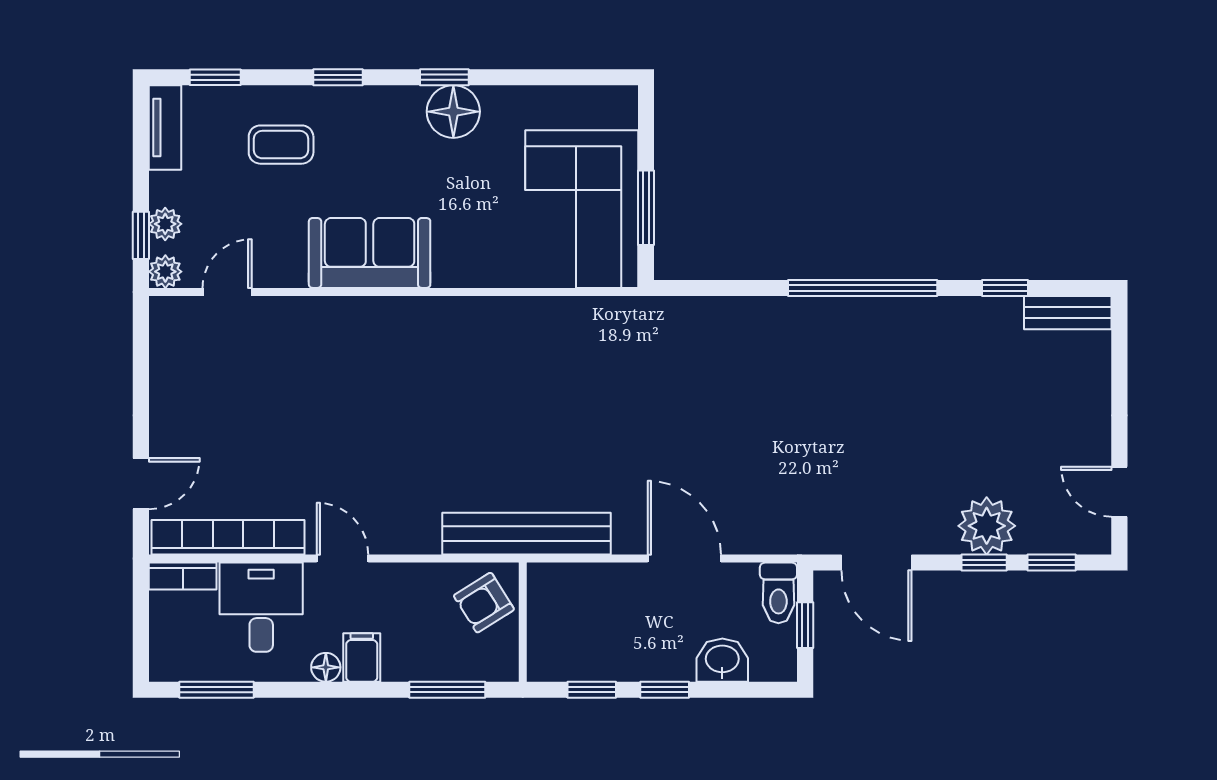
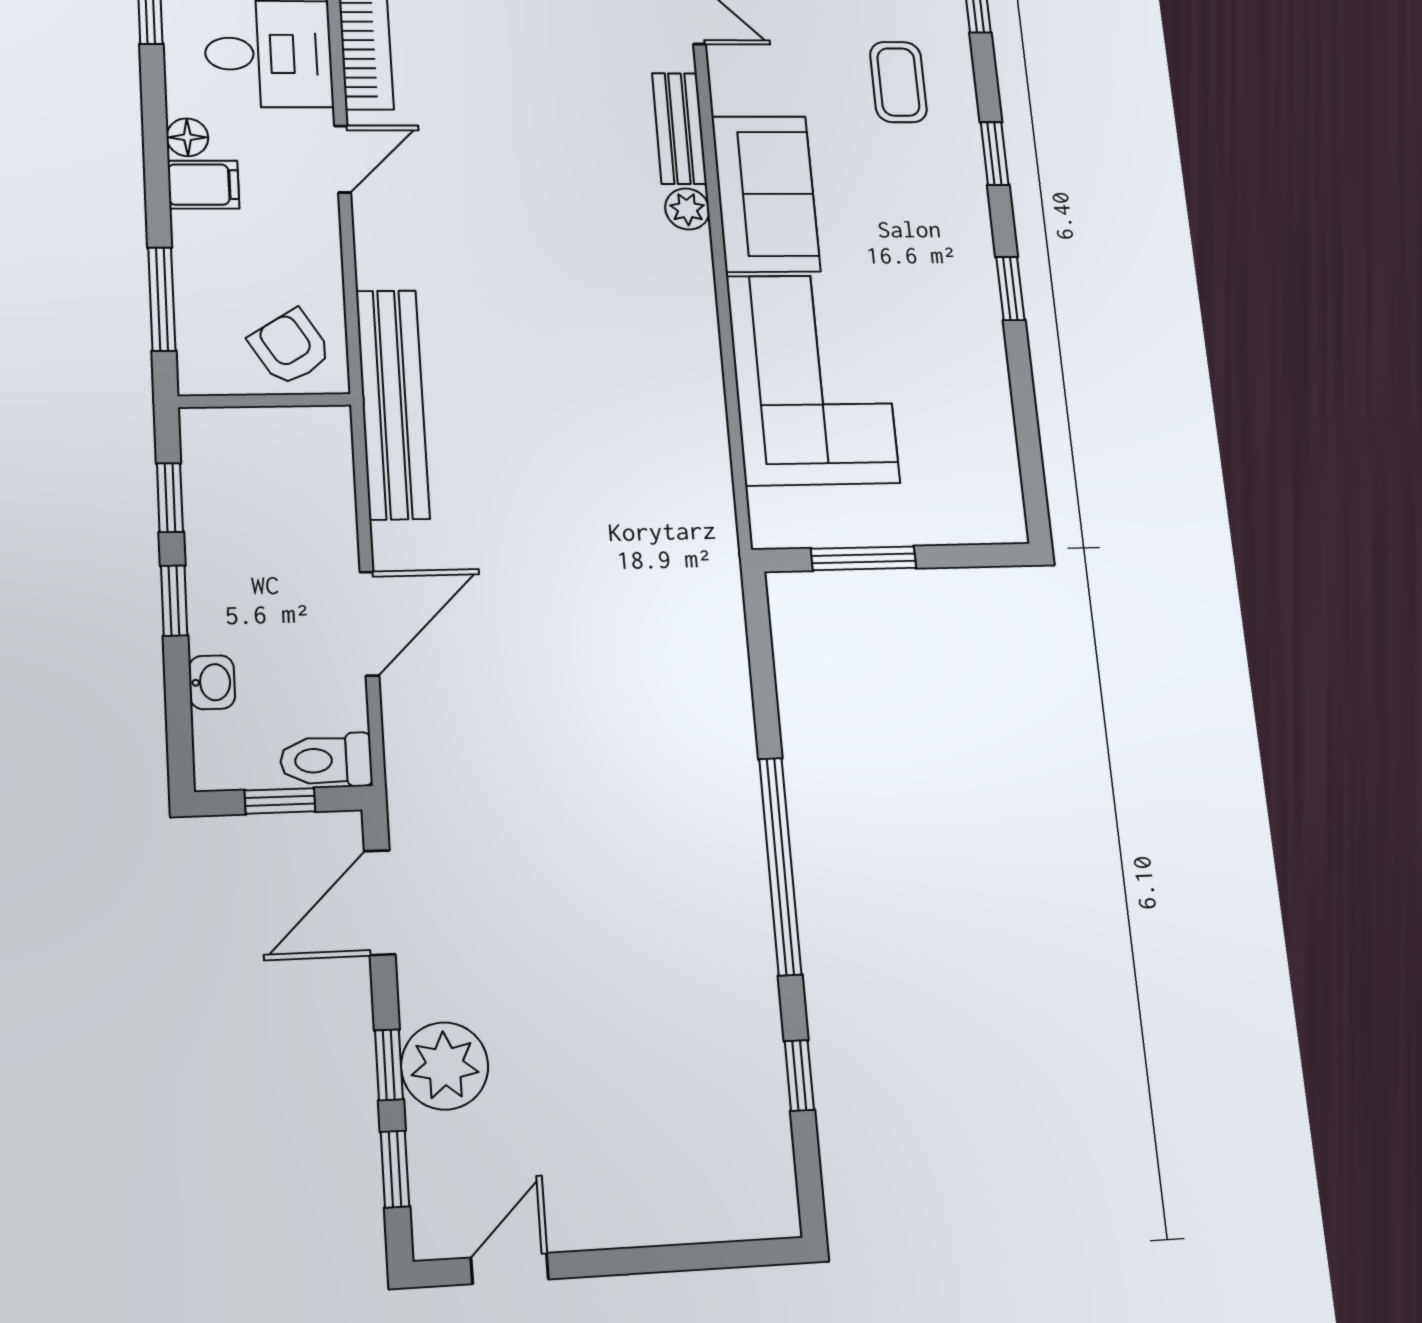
floor lamp: (453, 112) -> (966, 301), removed
corner sofa: (582, 209) -> (813, 379), moved, turned 90
plant: (381, 312) -> (687, 209), added
bench: (1068, 313) -> (679, 128), moved
washbasin: (722, 660) -> (212, 682), width x0.72, depth x0.69

